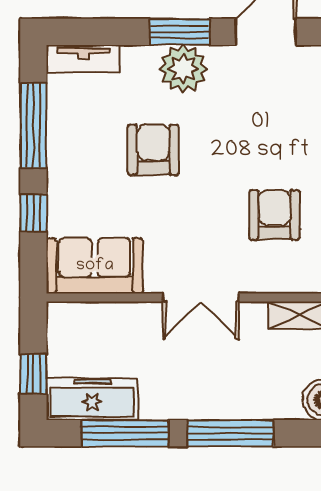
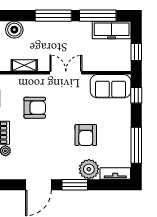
plant: (183, 69) -> (89, 169), moved
window: (33, 213) -> (136, 95), moved
armchair: (274, 215) -> (35, 108), turned -90
window: (33, 374) -> (136, 52), moved

